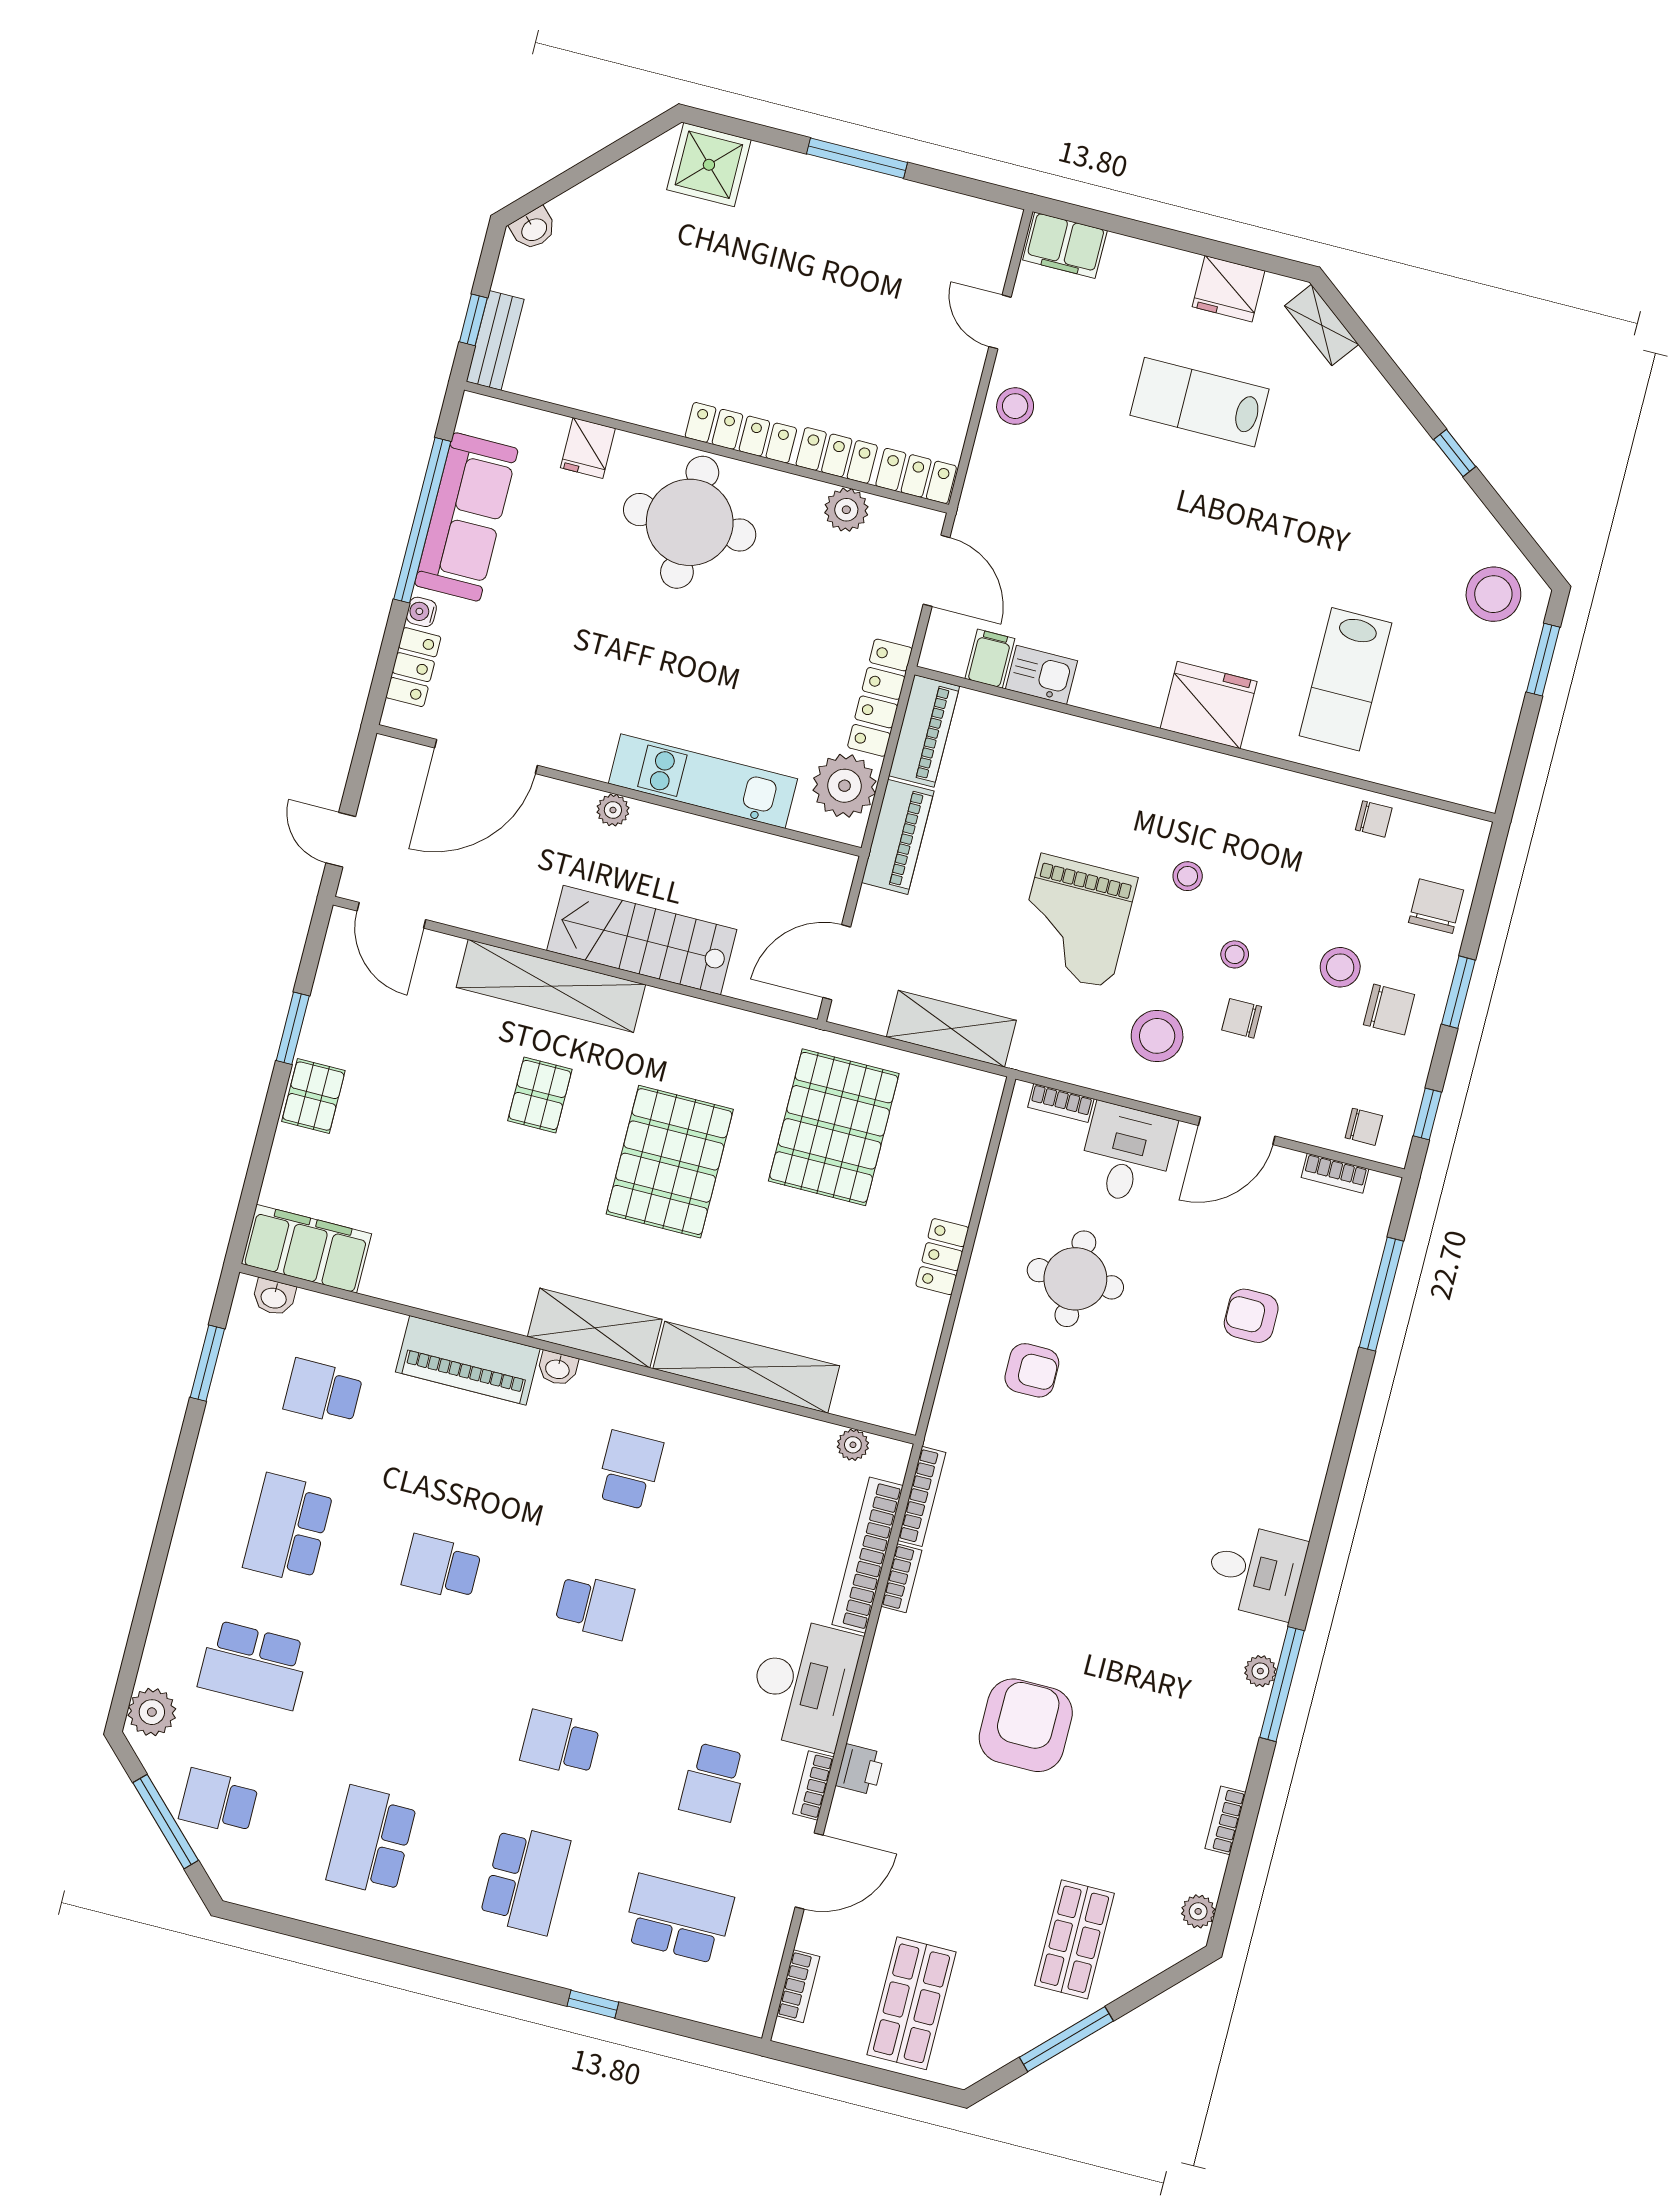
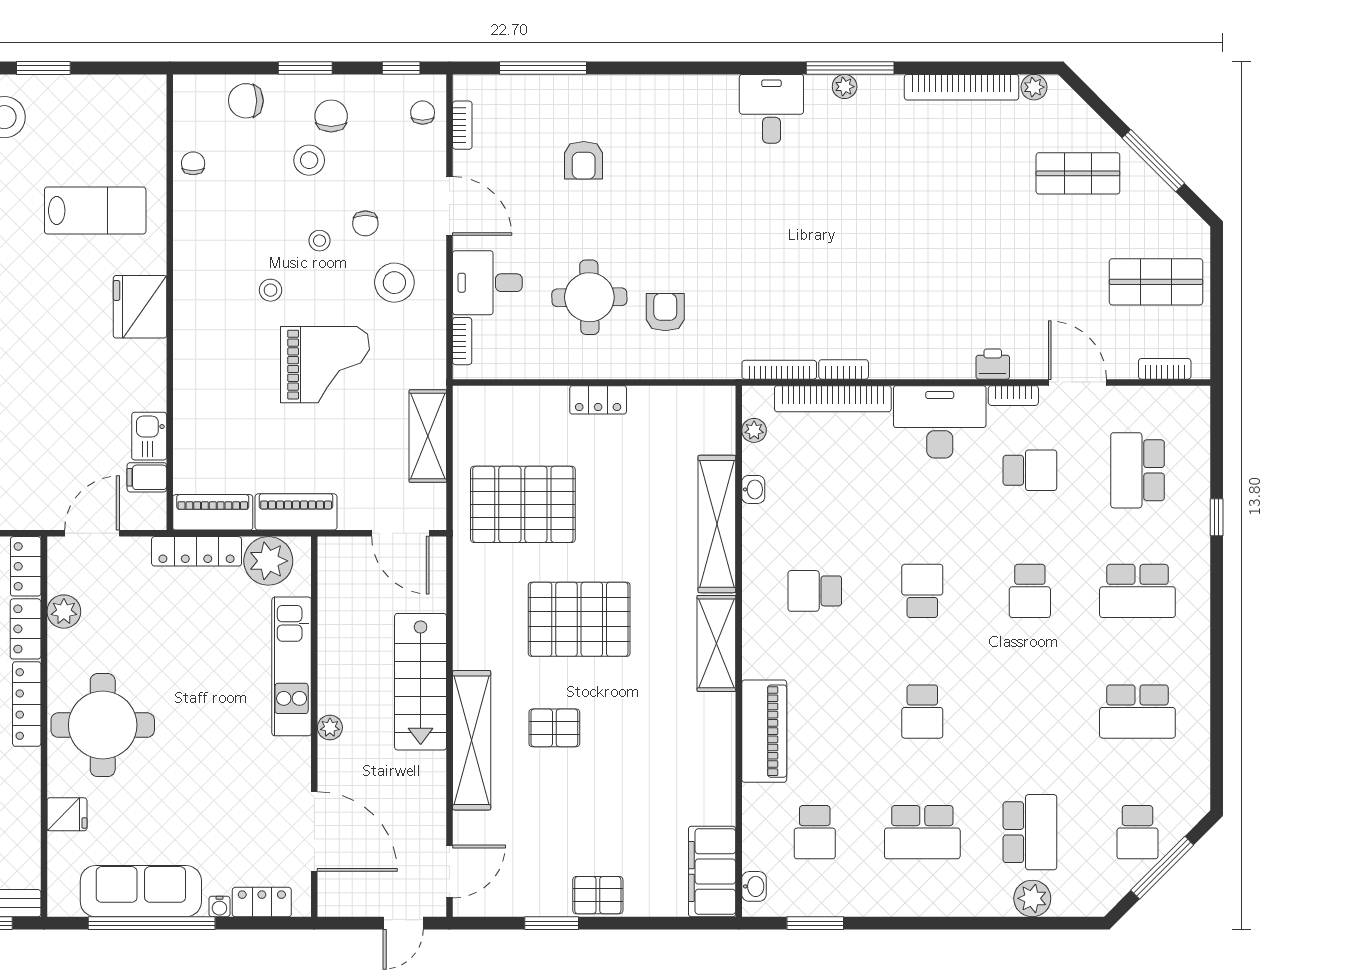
washbasin: (558, 1368) -> (753, 489), moved
plant: (152, 1712) -> (1032, 898), moved
armchair: (1026, 1725) -> (929, 250), removed
bookcase: (1225, 1820) -> (962, 87), width x2.31, depth x1.31
school desk: (525, 1880) -> (1137, 591), turned 180

